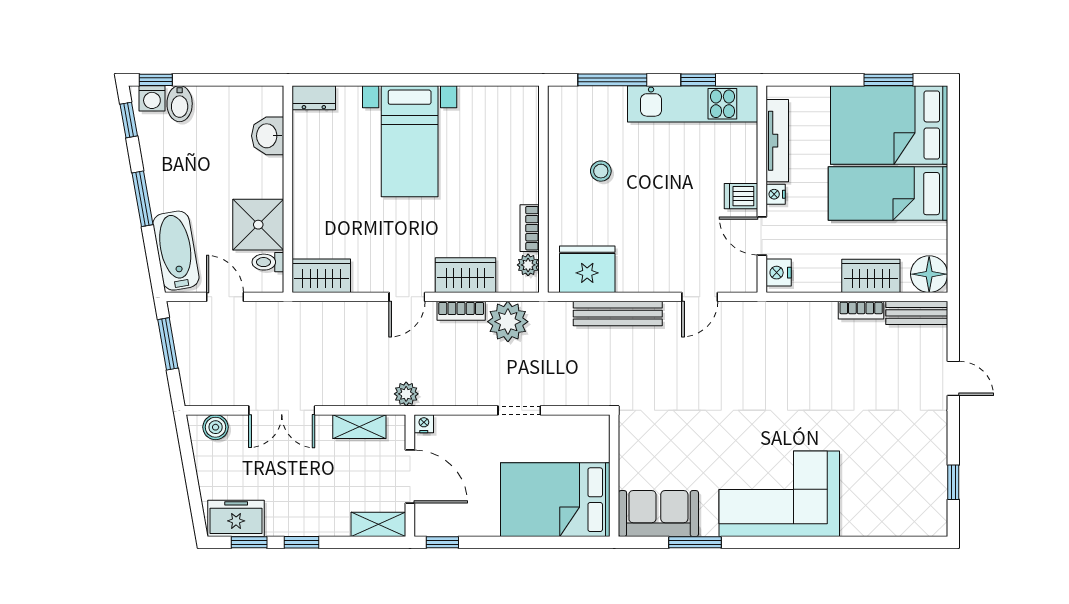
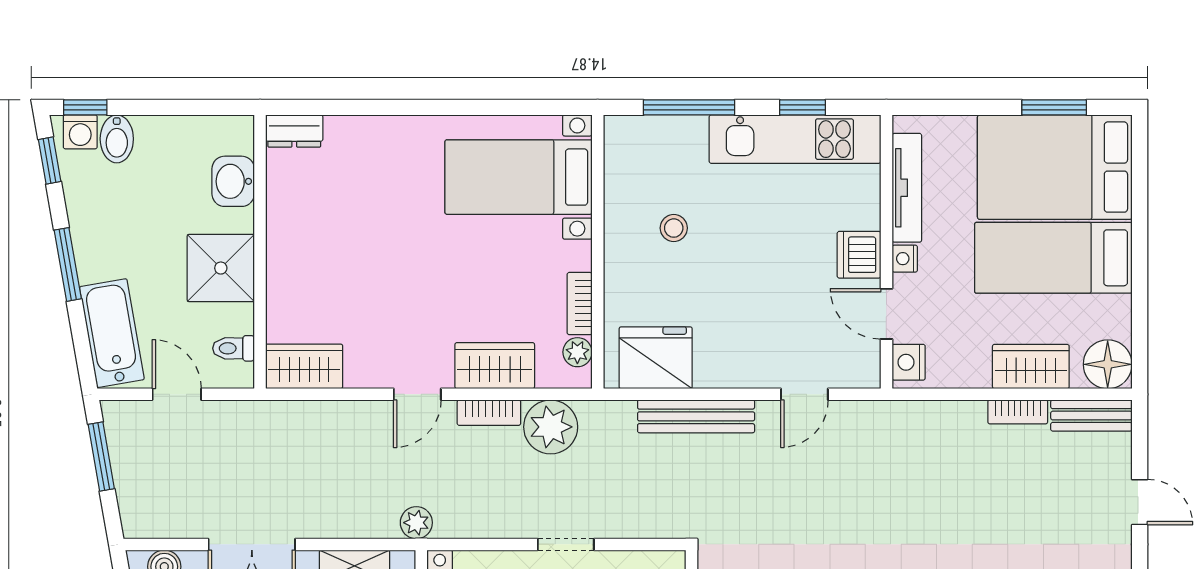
bed with nightstands: (410, 141) -> (518, 177), moved, turned 90
dishwasher: (741, 196) -> (859, 255), width x1.38
shower: (258, 225) -> (221, 268), moved

